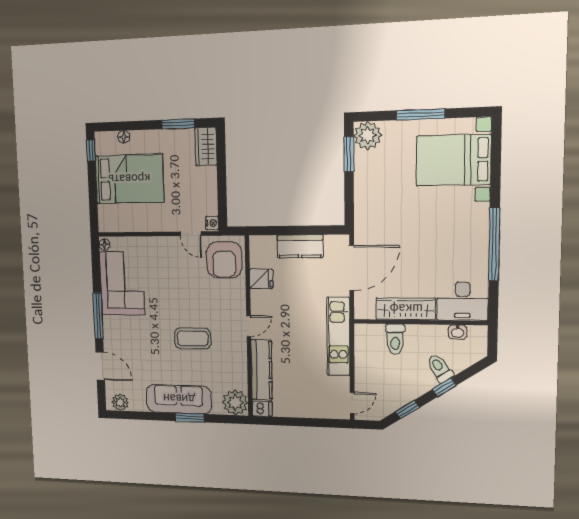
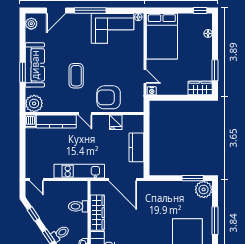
bed: (129, 179) -> (162, 36), moved
door: (191, 234) -> (145, 76), swing flipped
armchair: (224, 260) -> (109, 97), moved

